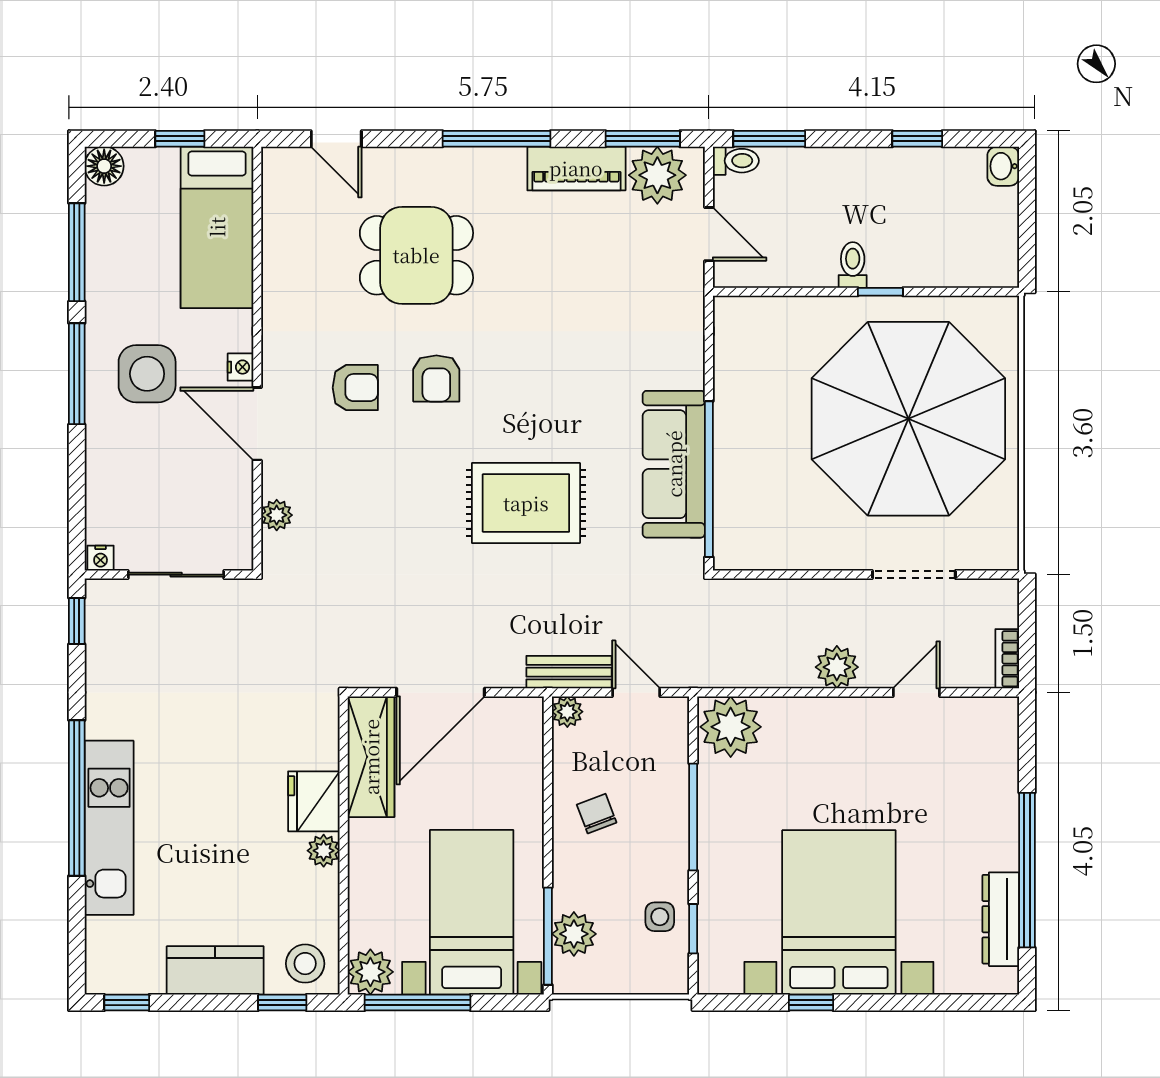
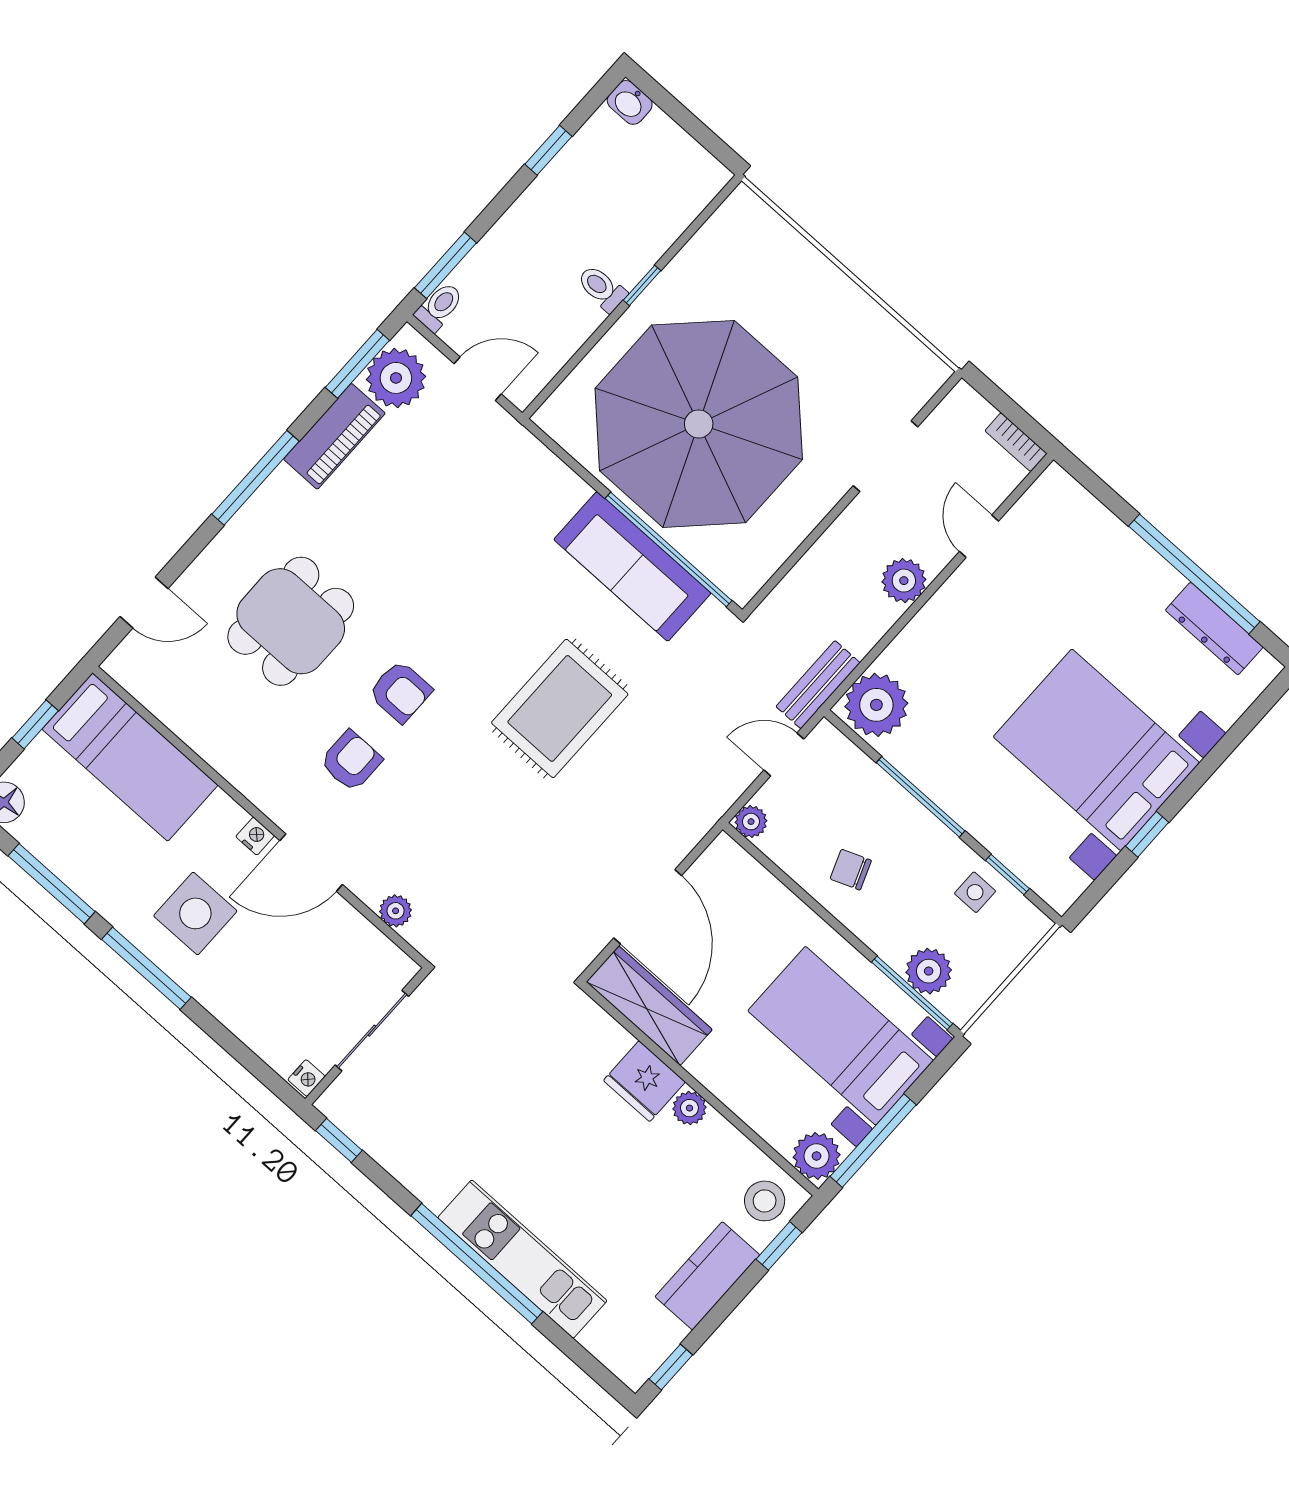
parasol: (908, 419) -> (699, 424), moved
bench: (569, 672) -> (818, 685), moved

